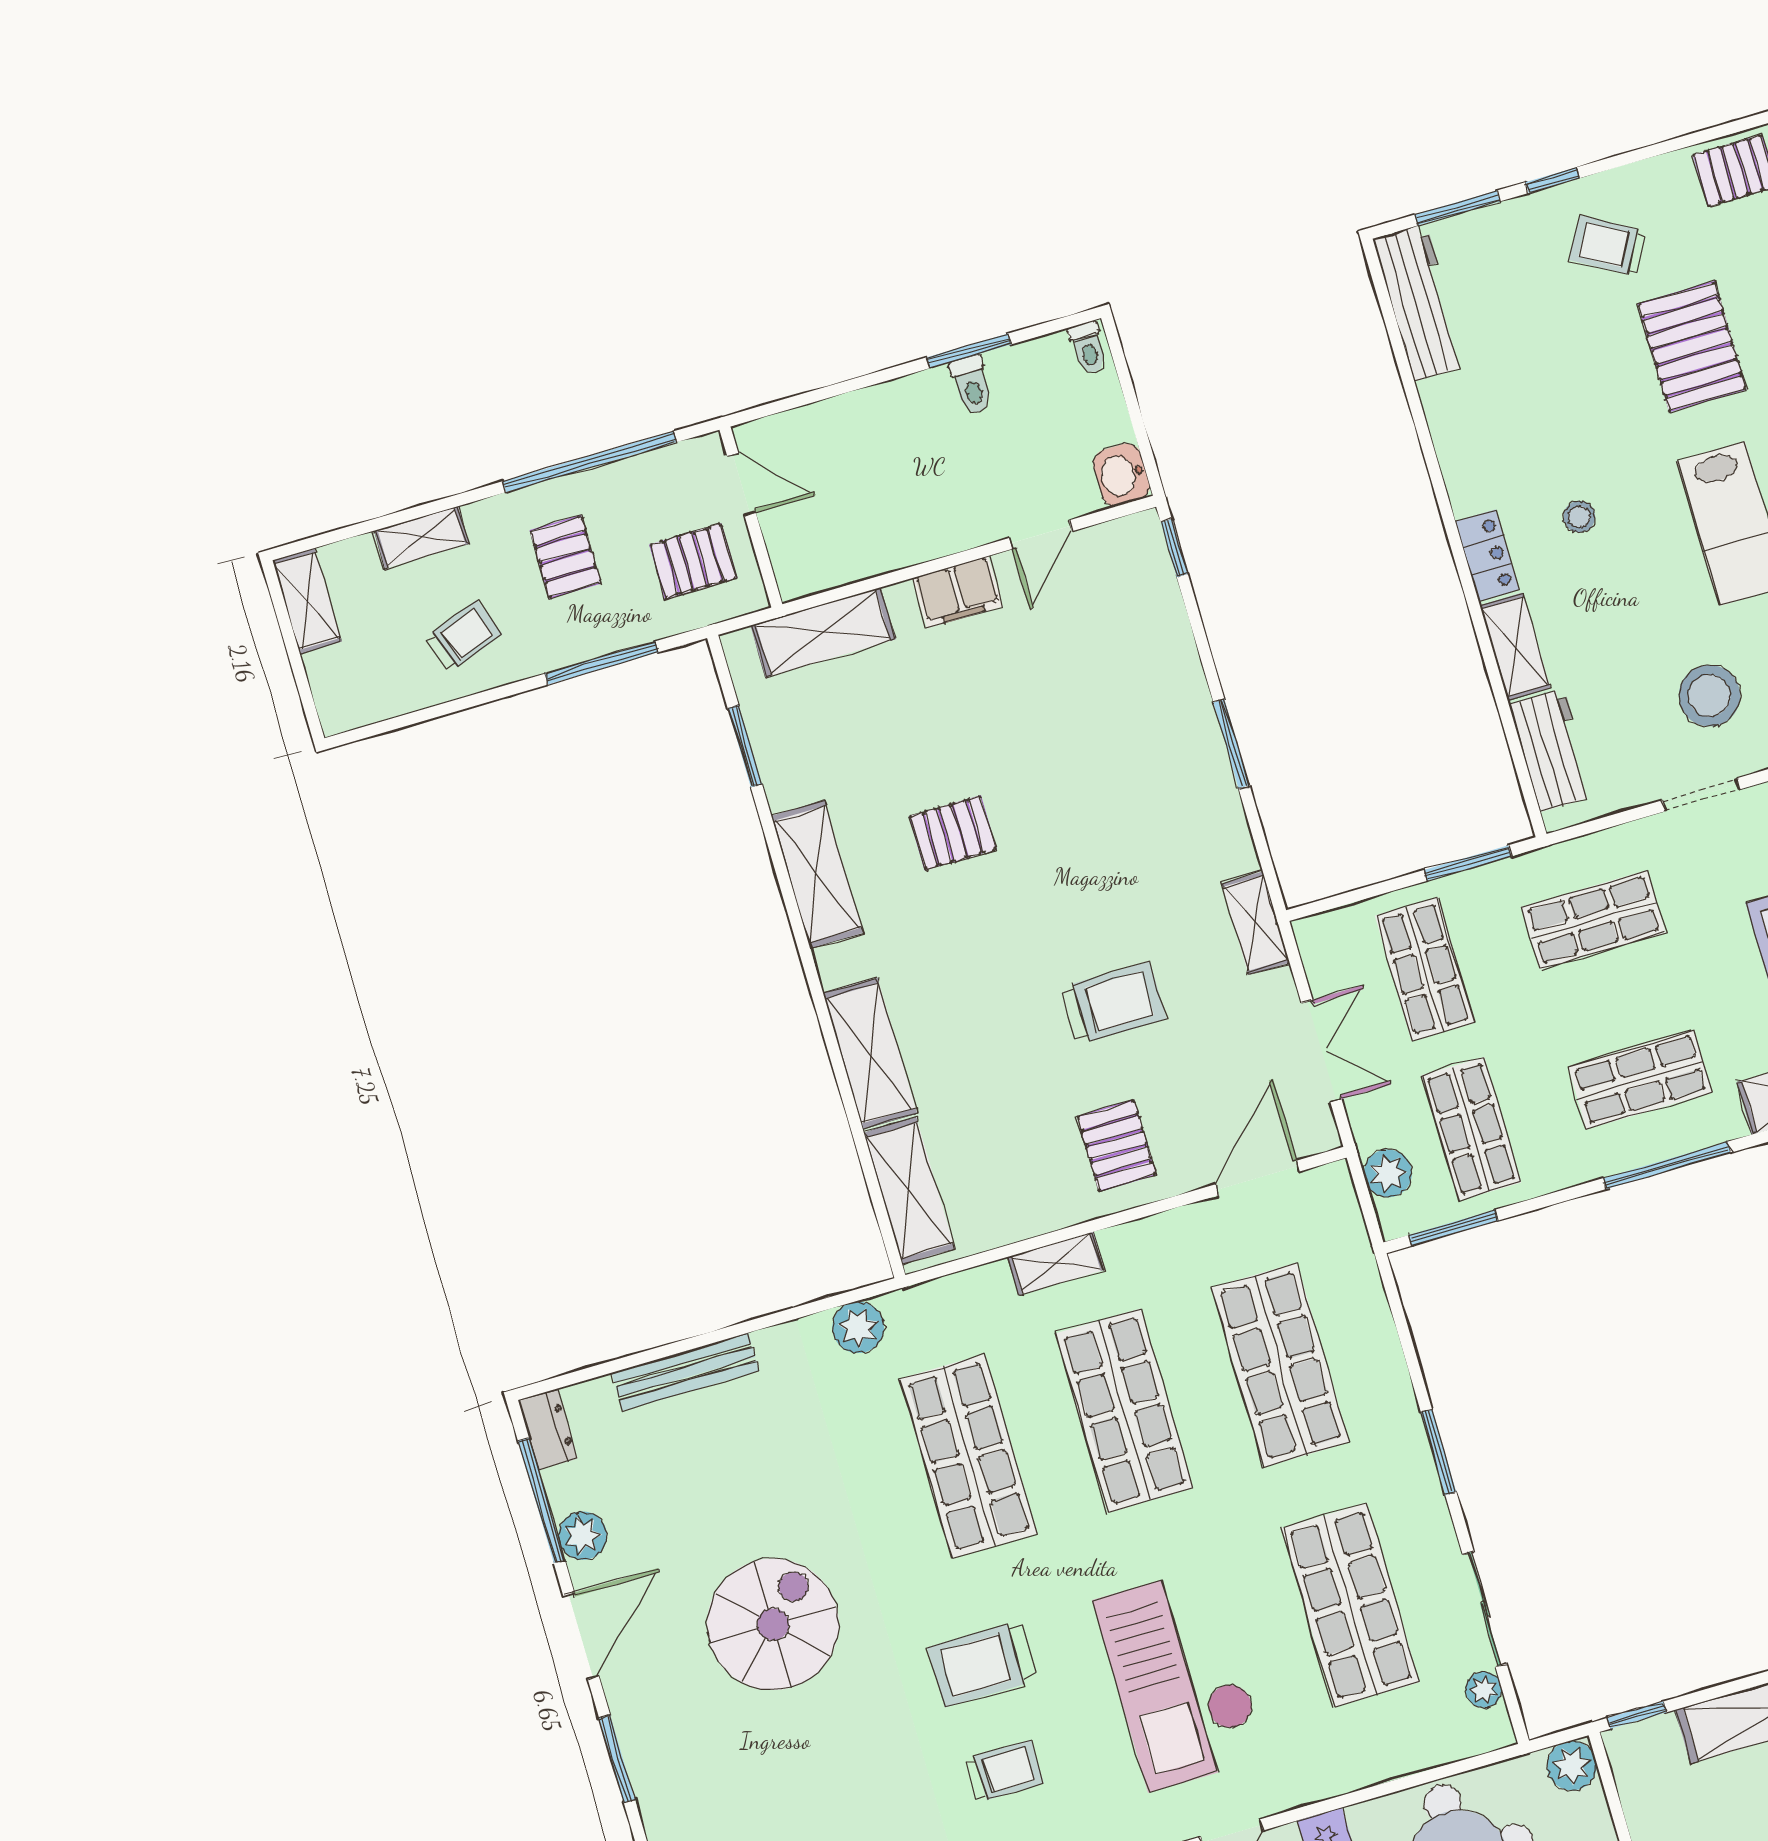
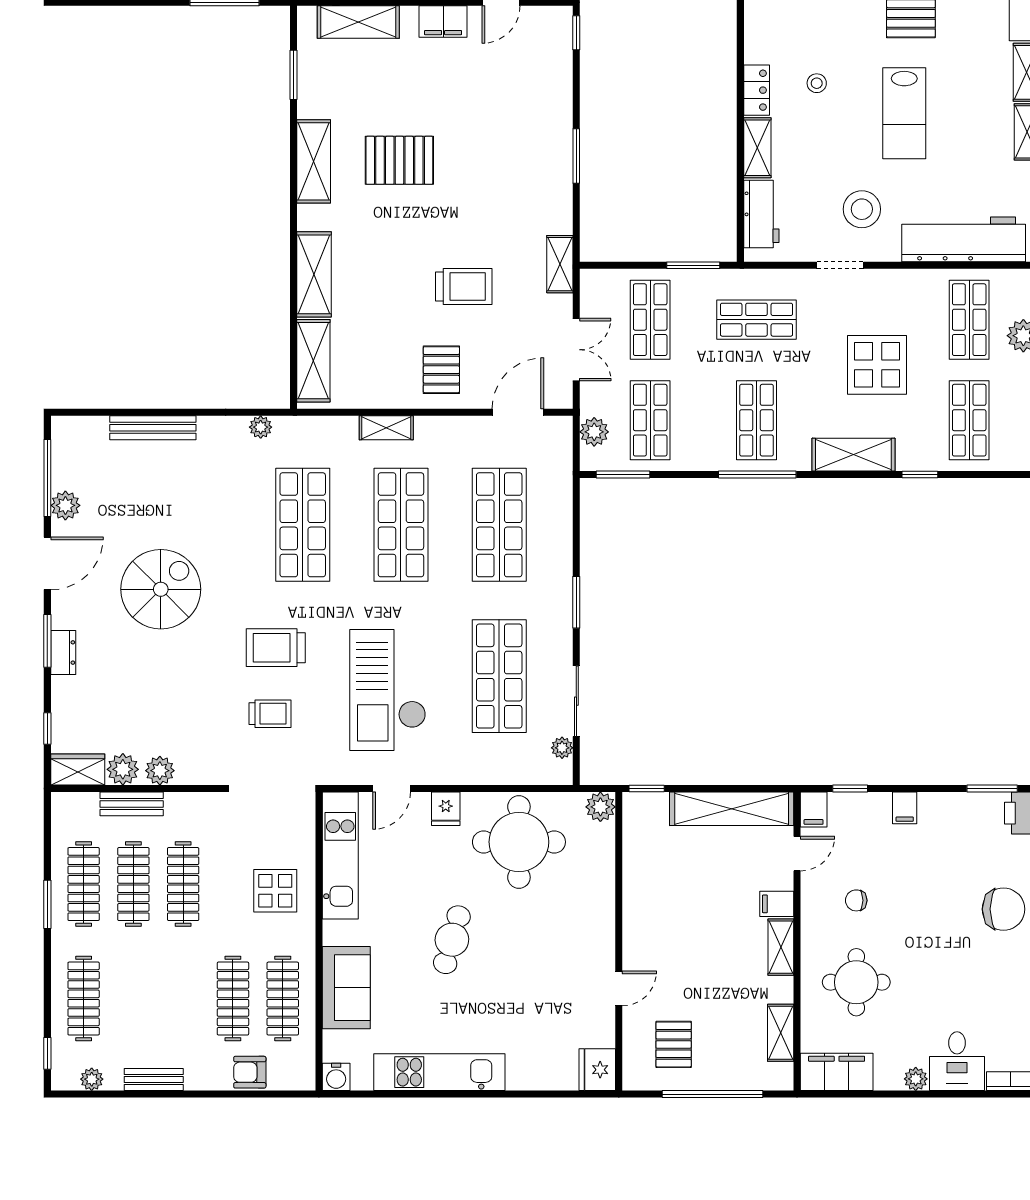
pallet: (953, 833) -> (399, 160), width x1.50, depth x1.42
shop shelf: (1640, 1079) -> (757, 420), turned 90
plant: (858, 1327) -> (261, 427), width x0.73, depth x0.73
dresser: (548, 1429) -> (63, 652), moved

